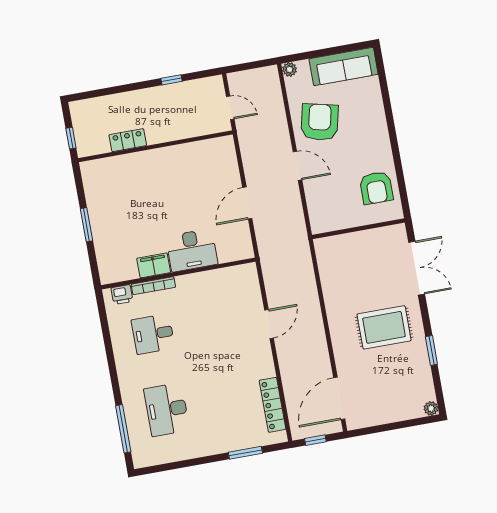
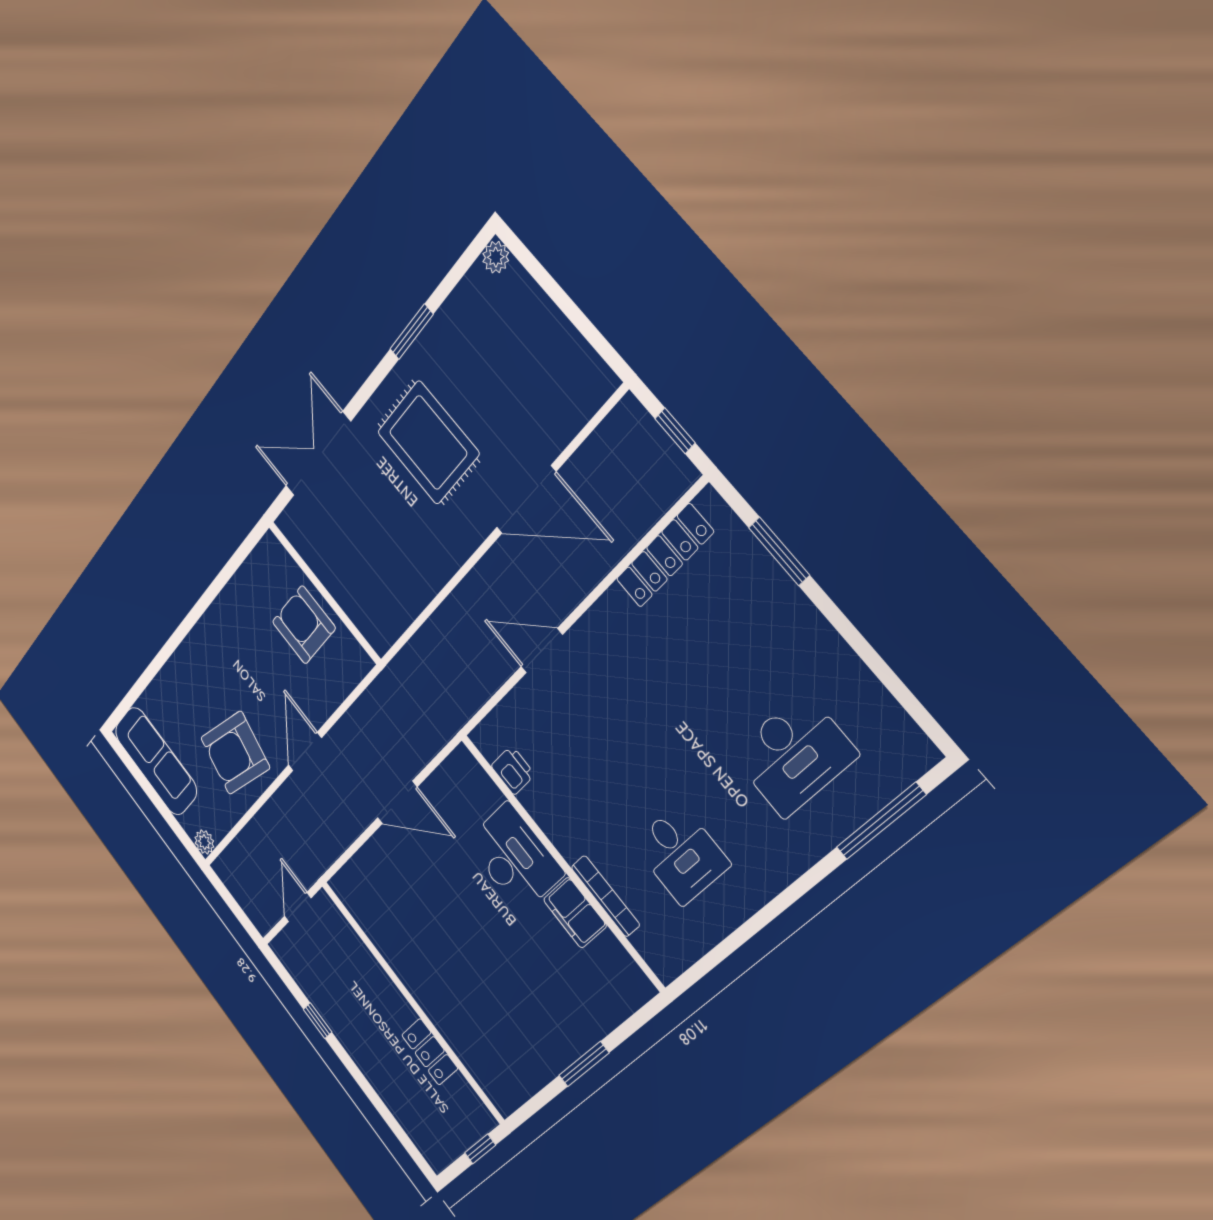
armchair: (376, 188) -> (304, 625), moved, turned -90
printer: (122, 295) -> (513, 770), moved
door: (339, 398) -> (526, 500), moved

